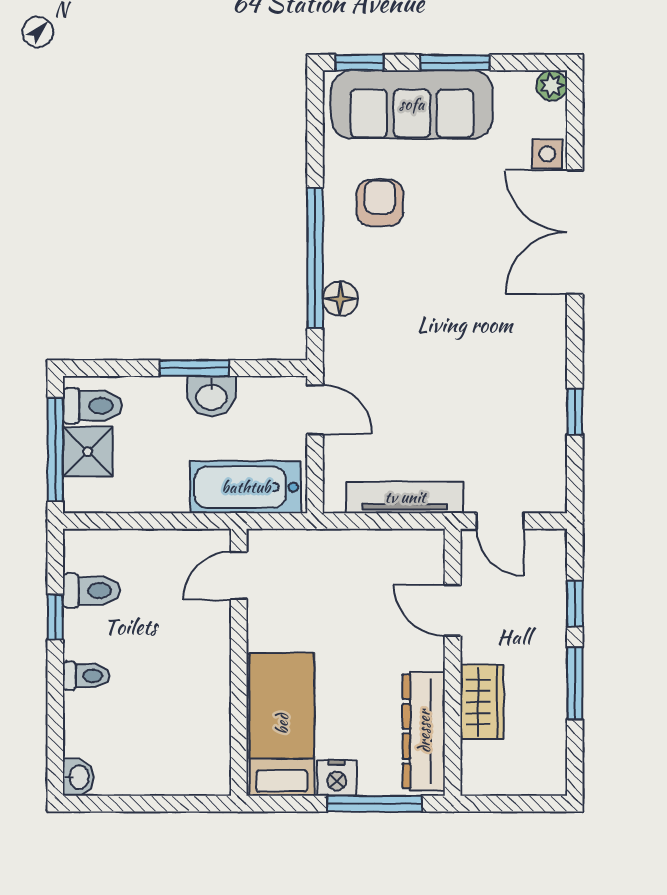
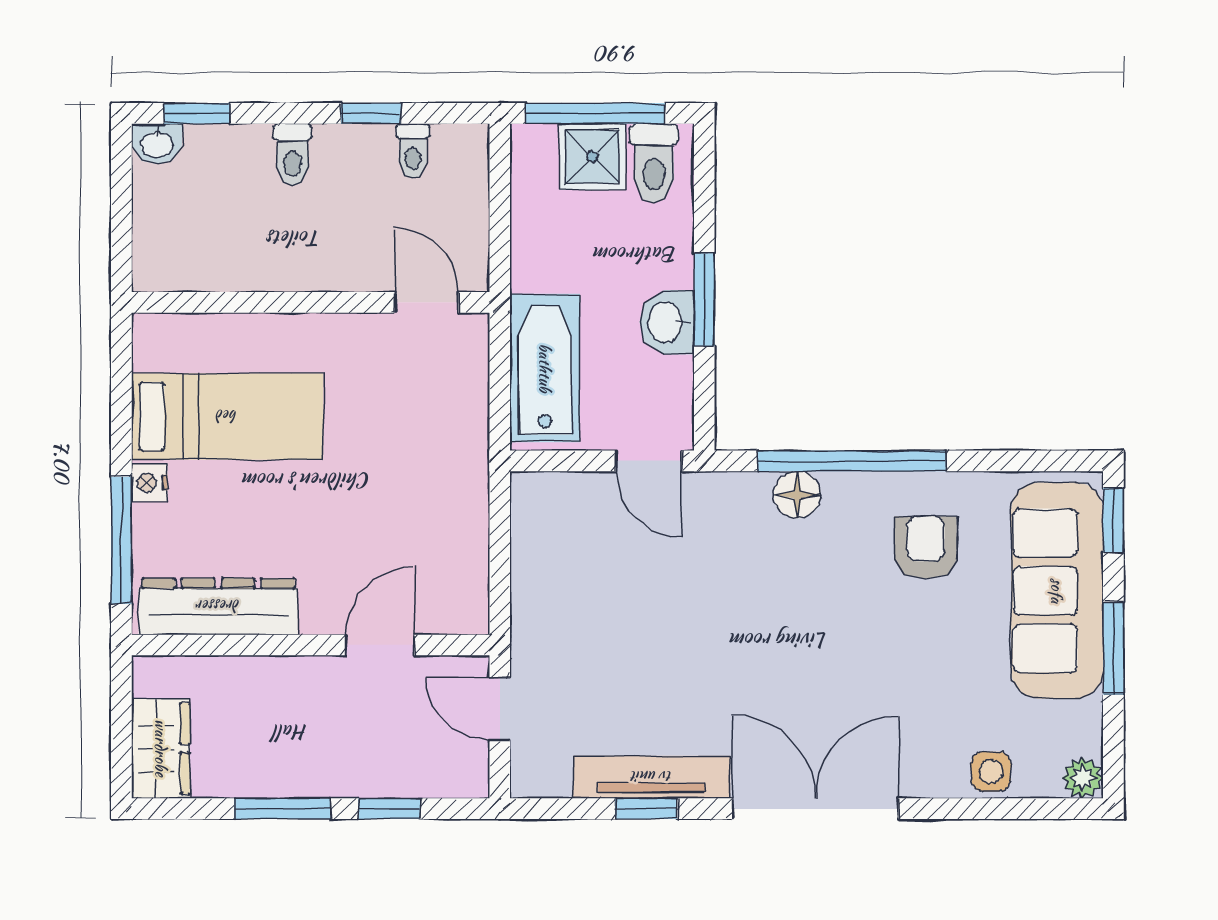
armchair: (380, 203) -> (926, 547), turned -90
double door: (575, 232) -> (816, 809), moved
door: (315, 410) -> (649, 461), hinge flipped
tv unit: (405, 497) -> (652, 777), moved, turned -90
door: (500, 521) -> (500, 709), hinge flipped
door: (239, 576) -> (426, 302), moved
toilet: (91, 591) -> (413, 151), width x0.73, depth x0.72
wall: (239, 662) -> (311, 302), moved
wardrobe: (482, 702) -> (161, 748), moved, turned -90
window: (55, 747) -> (197, 113), added
nightstand: (337, 778) -> (149, 482), width x0.72, depth x0.74

